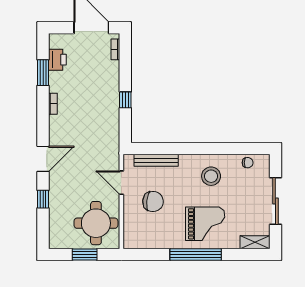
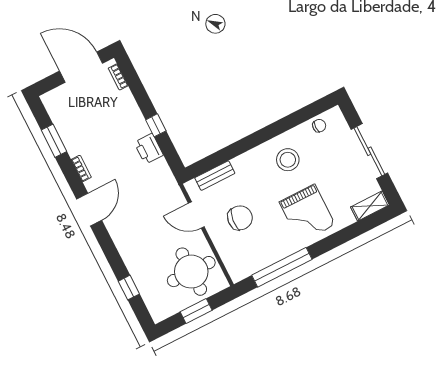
printer: (57, 60) -> (149, 149), moved, turned 180
door: (43, 159) -> (89, 210), moved
bench: (156, 160) -> (215, 176), width x0.73
window: (43, 199) -> (129, 288), moved
grand piano: (205, 224) -> (307, 213), turned 90
window: (196, 255) -> (282, 267), moved

